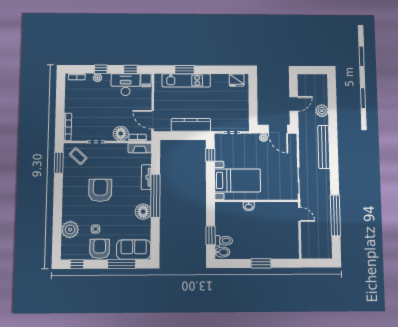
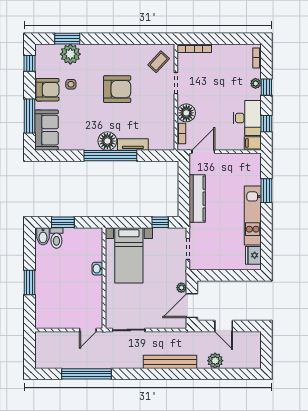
kitchen unit: (186, 80) -> (253, 215), moved
fireplace: (140, 148) -> (169, 136), removed
window: (59, 163) -> (67, 39), moved
floor lamp: (143, 212) -> (107, 141), moved

